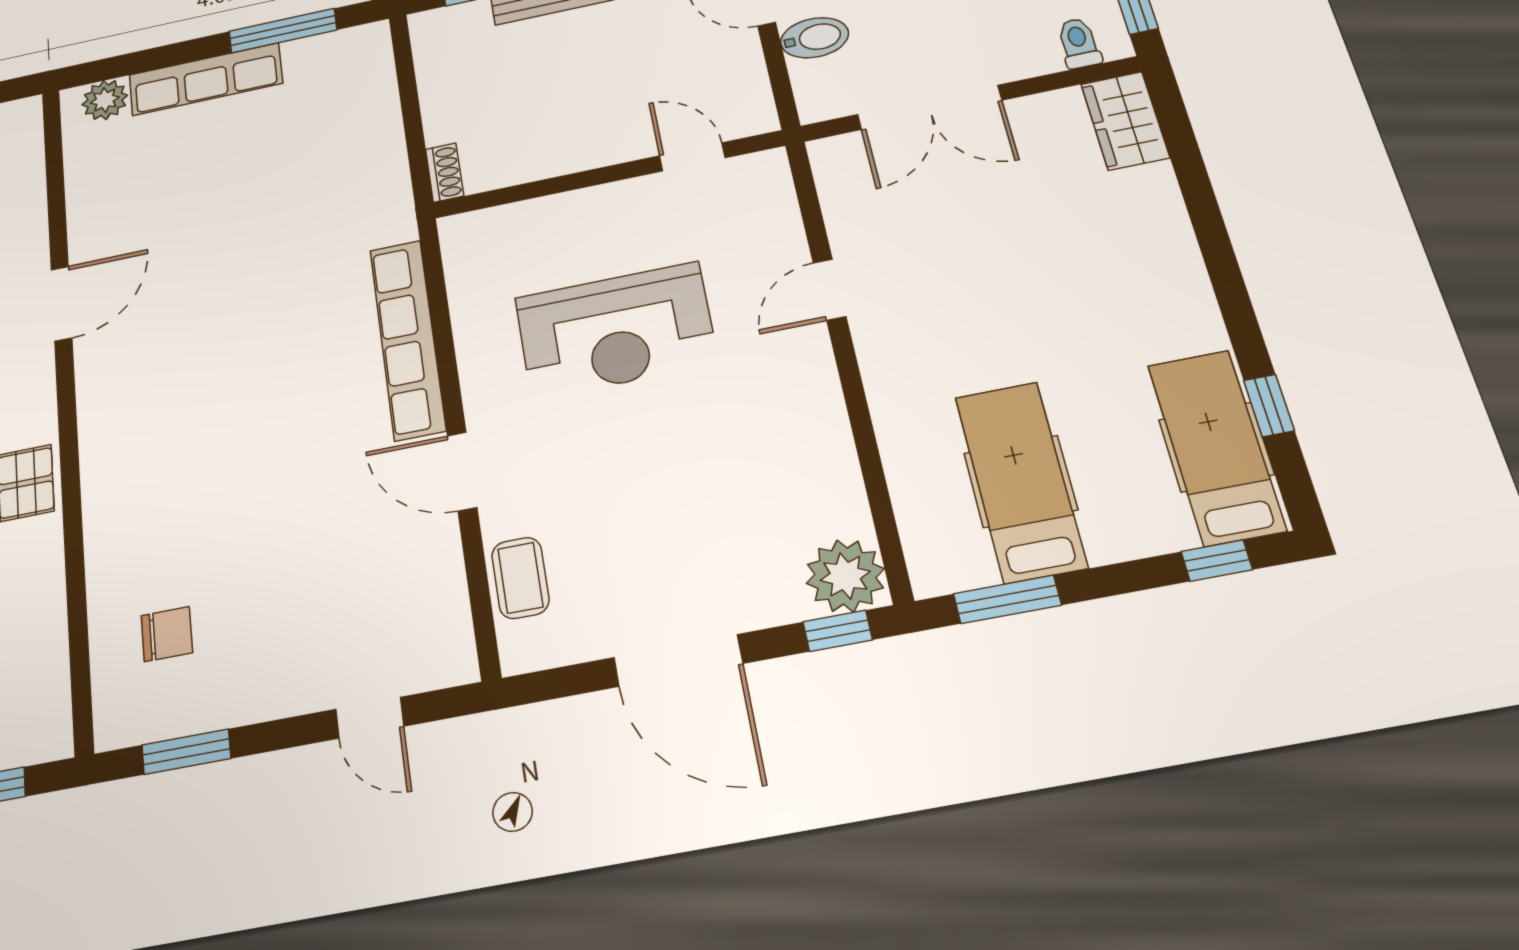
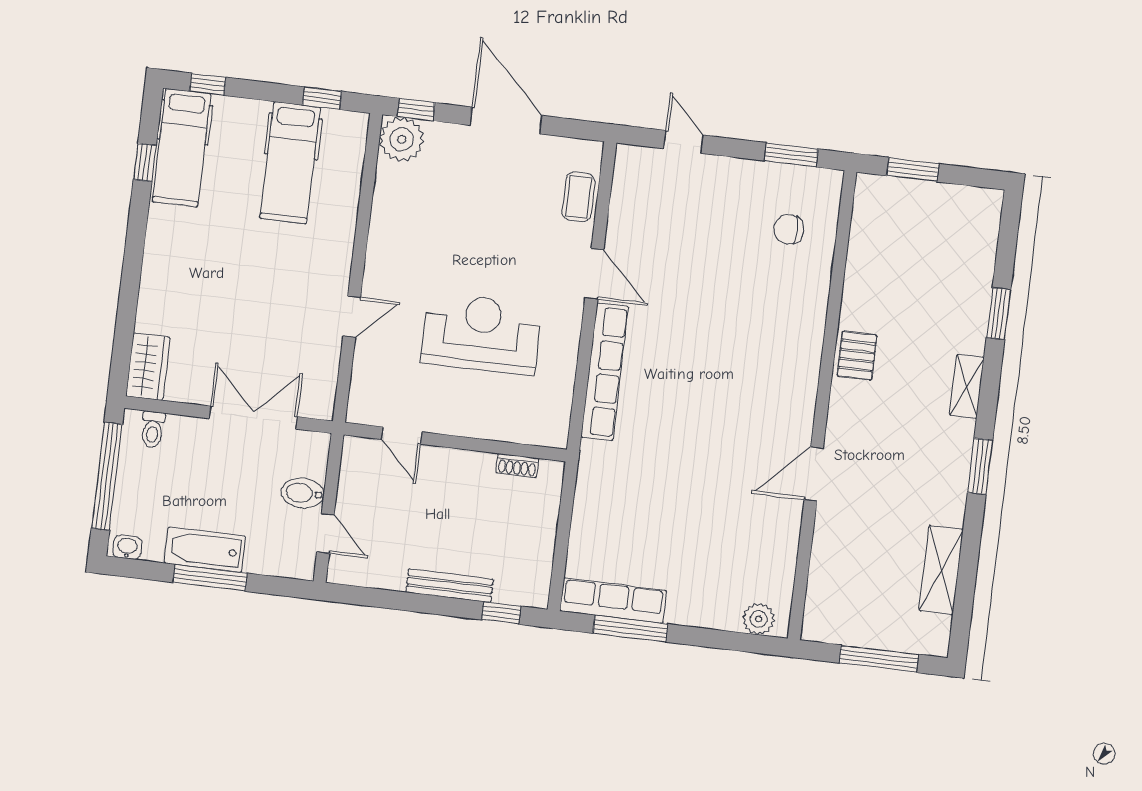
row of seats: (206, 79) -> (613, 601), moved
shoe rack: (445, 173) -> (517, 466), moved, turned -90
window: (1007, 599) -> (322, 98), width x0.67

